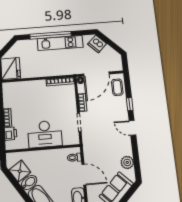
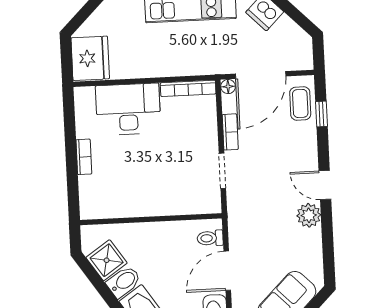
window: (130, 104) -> (321, 114), moved
printer: (11, 134) -> (90, 188), removed
desk: (45, 134) -> (128, 109), moved, turned 180
plant: (127, 162) -> (309, 215), moved
door: (84, 175) -> (227, 271), swing flipped

